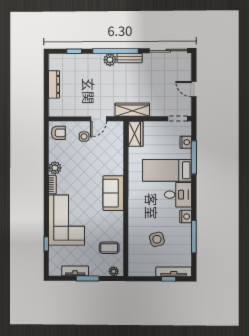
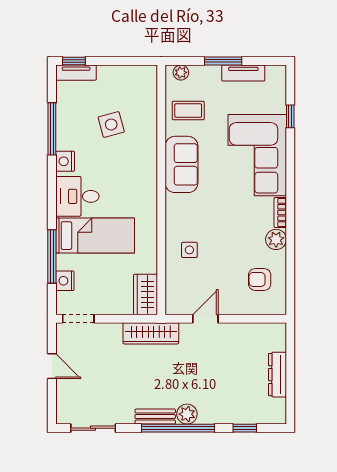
sliding door: (168, 51) -> (93, 428), width x0.73
armchair: (58, 133) -> (260, 279), moved
side table: (84, 137) -> (189, 250), moved
sofa: (113, 193) -> (181, 164), moved
tv unit: (174, 272) -> (76, 73), width x0.71
window: (169, 279) -> (74, 61), moved

